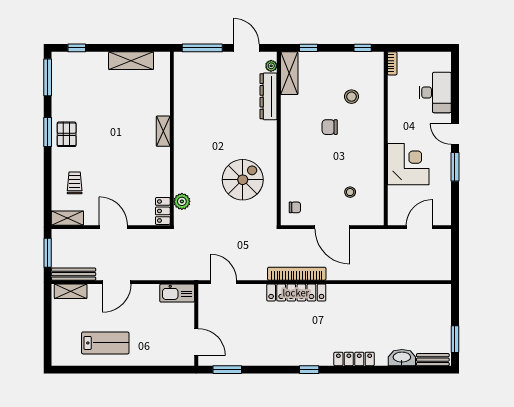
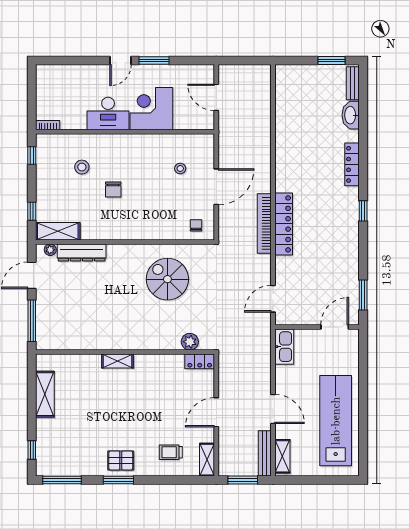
desk: (435, 92) -> (108, 113), moved, turned 180
lab bench: (105, 343) -> (336, 421), width x1.86, depth x1.39

